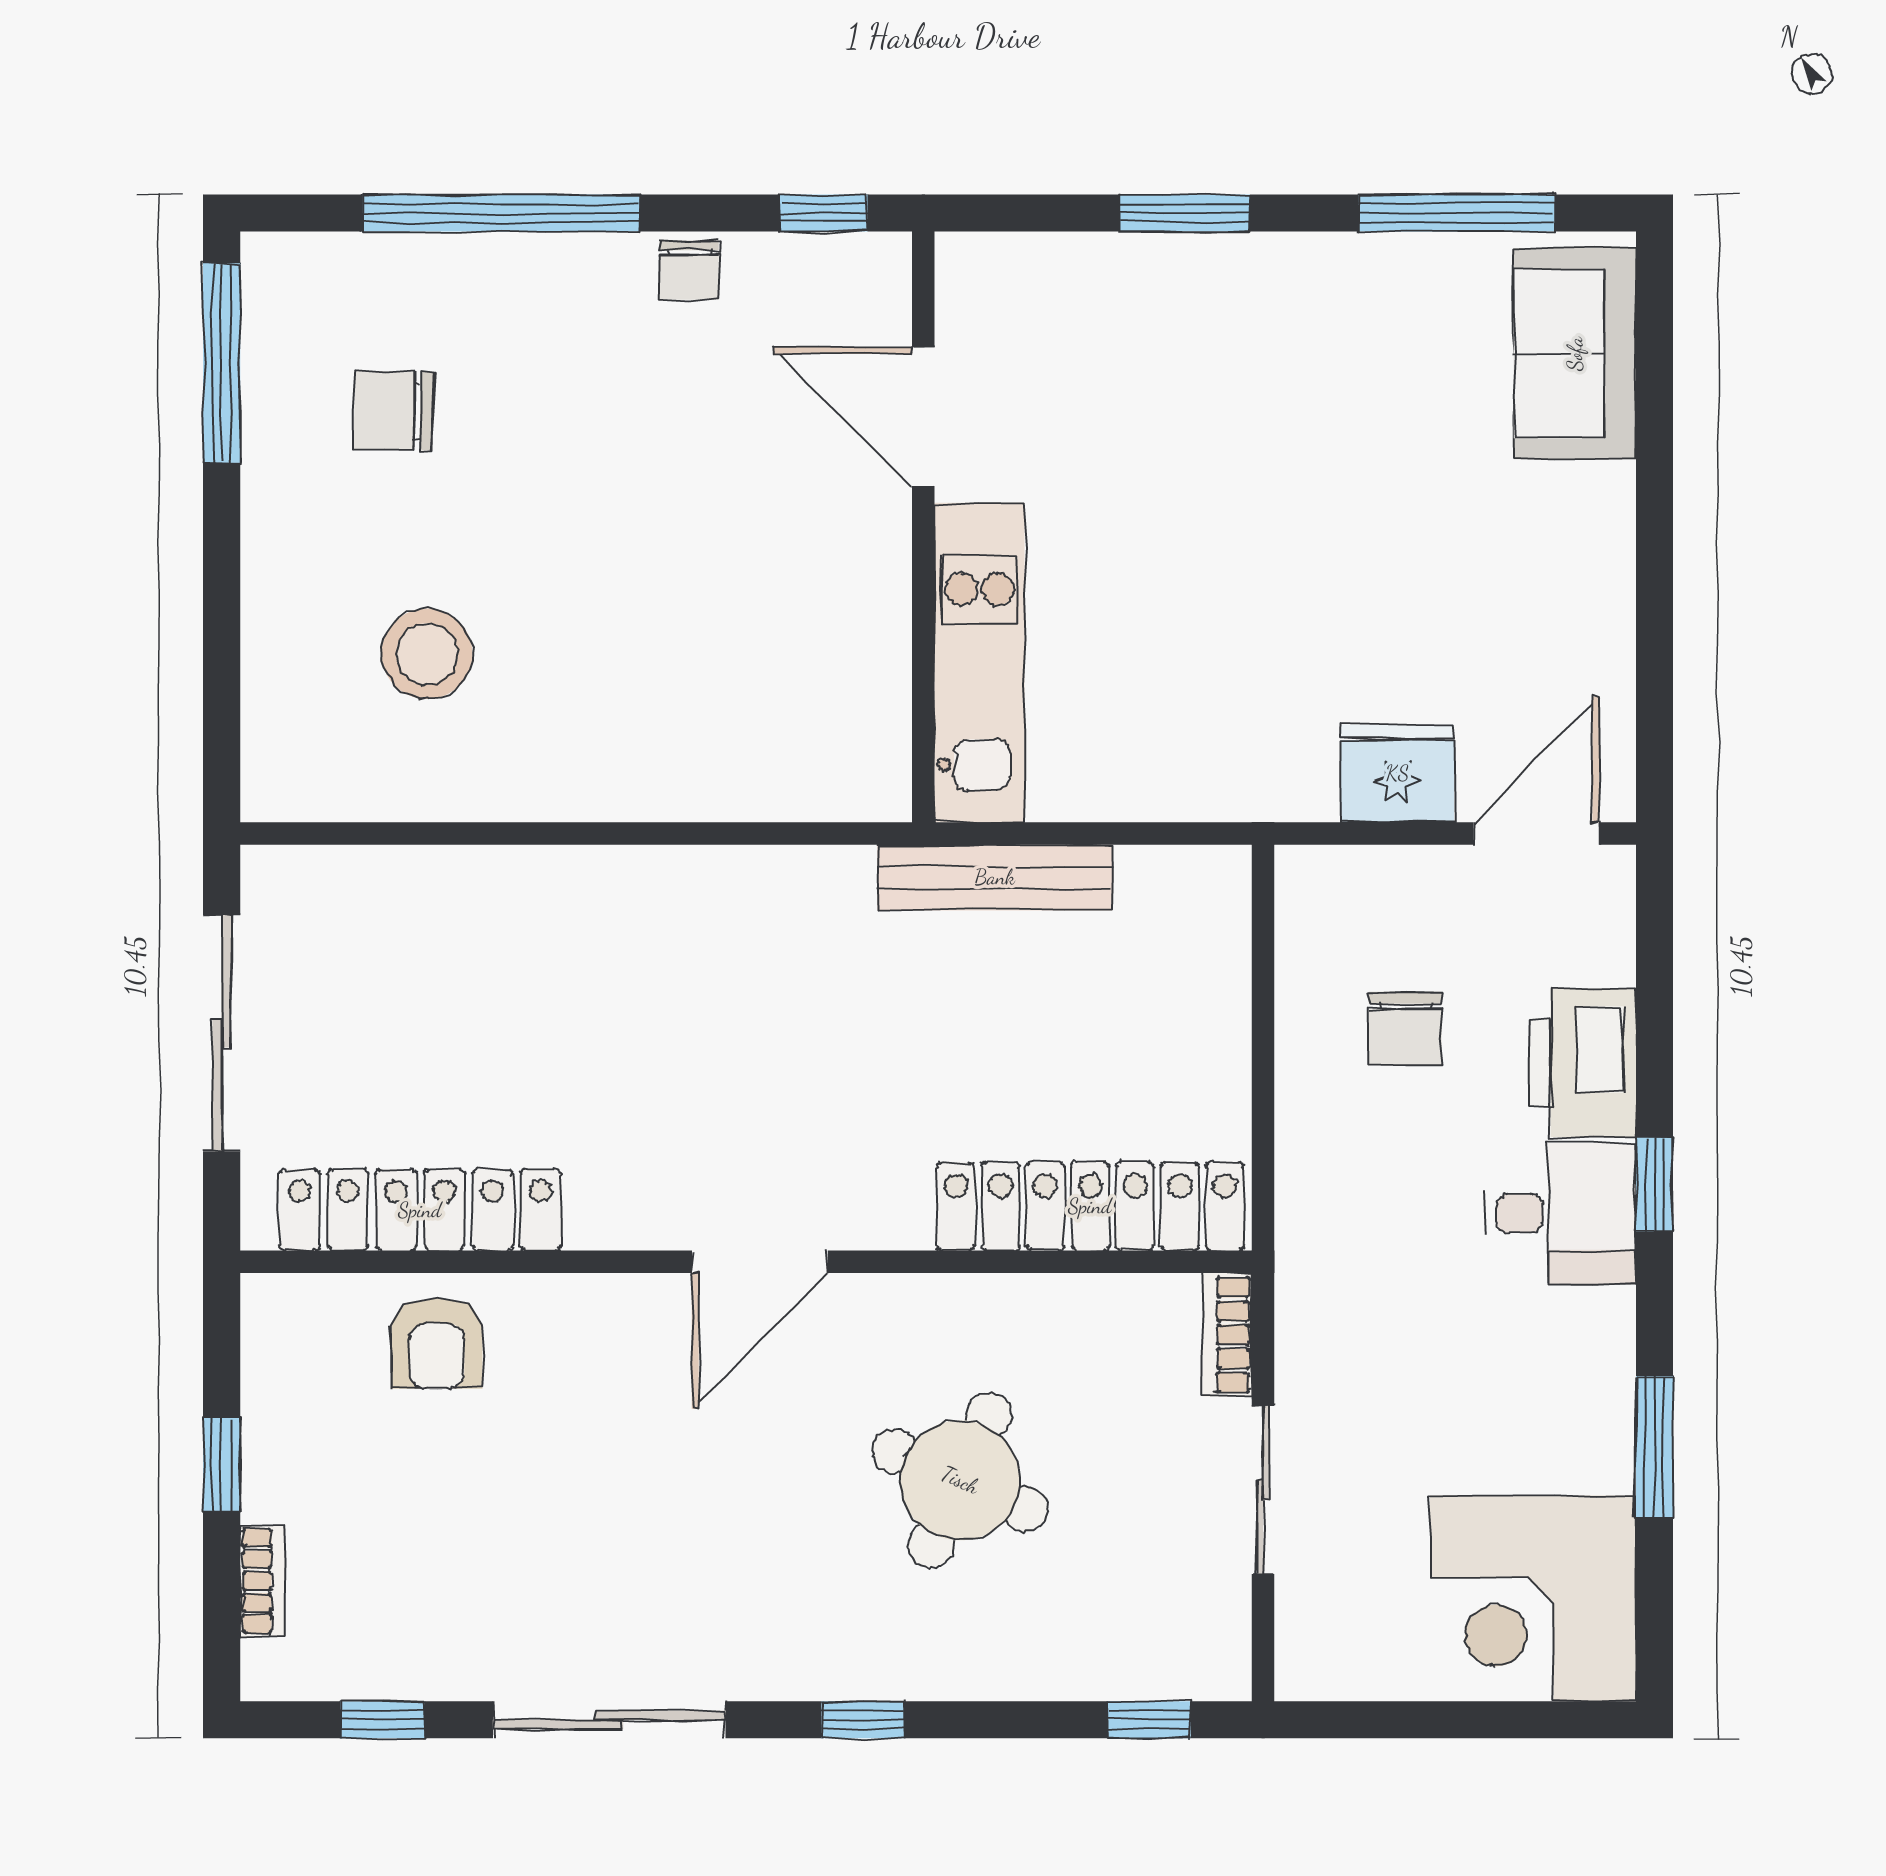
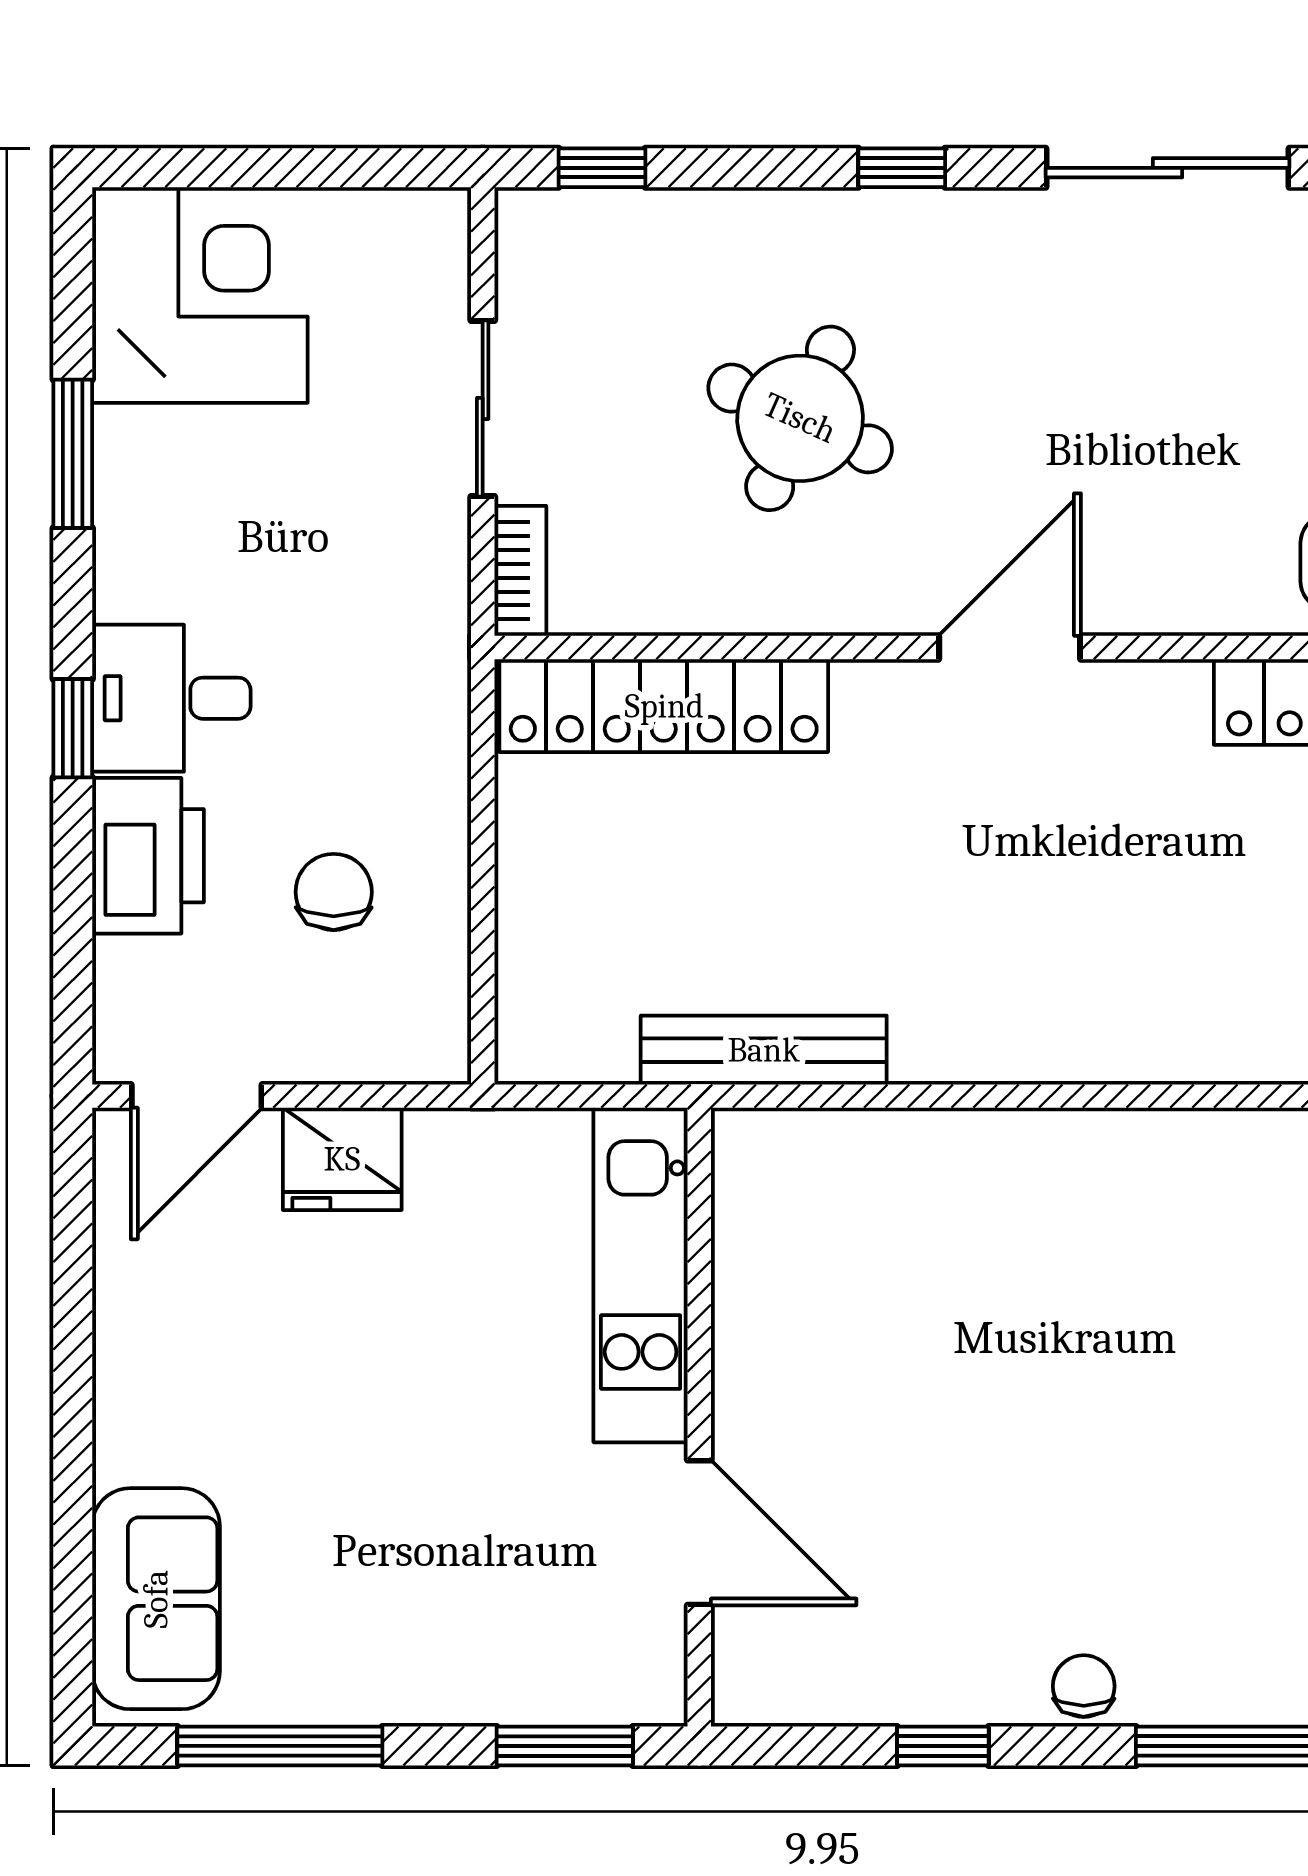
door: (923, 417) -> (699, 1533), moved
wall: (923, 527) -> (699, 1417), moved
kitchen unit: (979, 663) -> (641, 1275), moved

